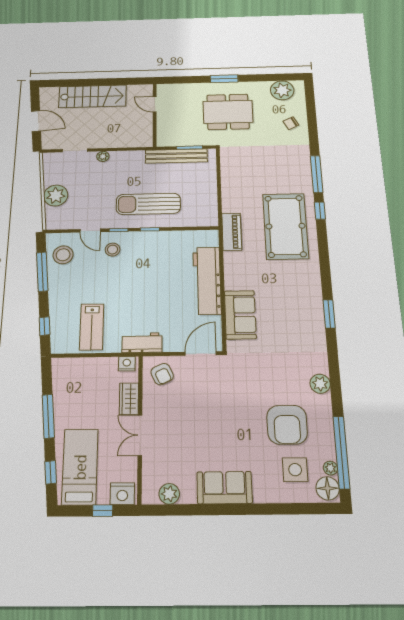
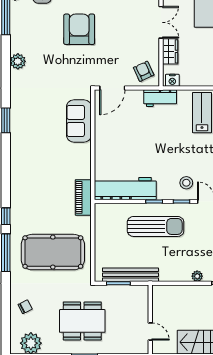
pool table: (285, 226) -> (53, 252), moved, turned 90
workbench: (207, 281) -> (125, 189), moved, turned -90
armchair: (287, 425) -> (79, 29), moved

